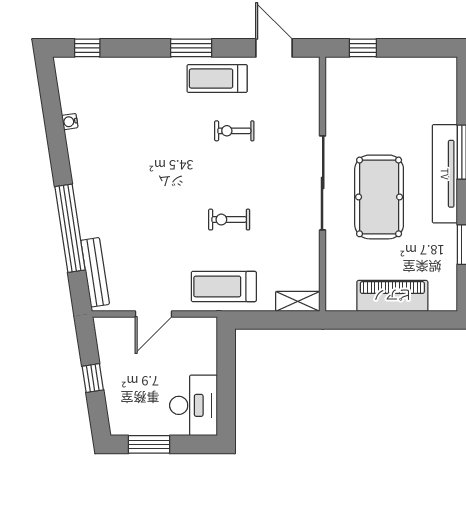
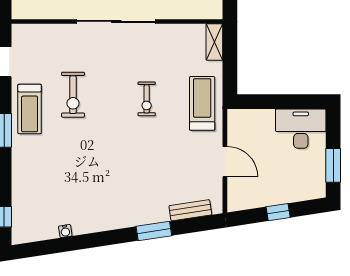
exercise bike: (234, 131) -> (73, 95), width x1.38, depth x1.39
window: (70, 228) -> (154, 231), width x0.47
bench: (95, 272) -> (190, 210), width x0.73
treadmill: (224, 286) -> (202, 103), turned 180

